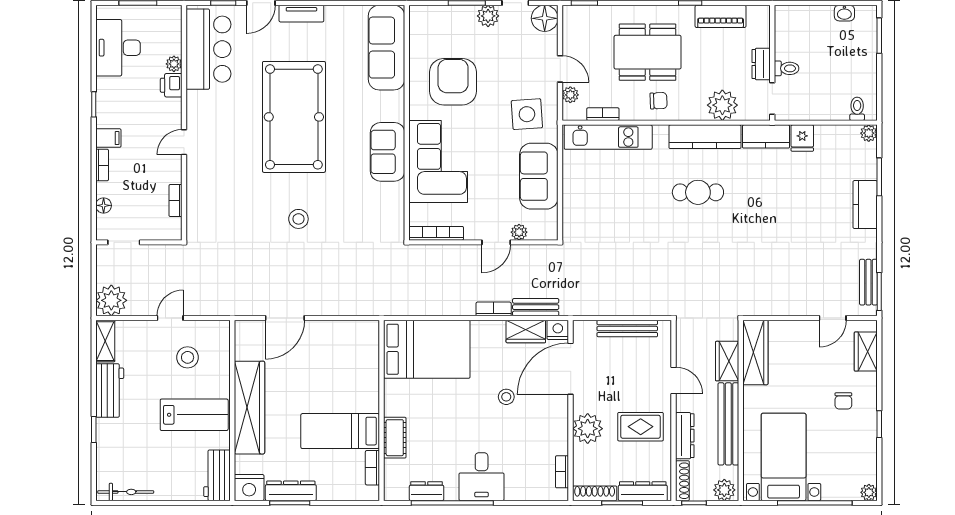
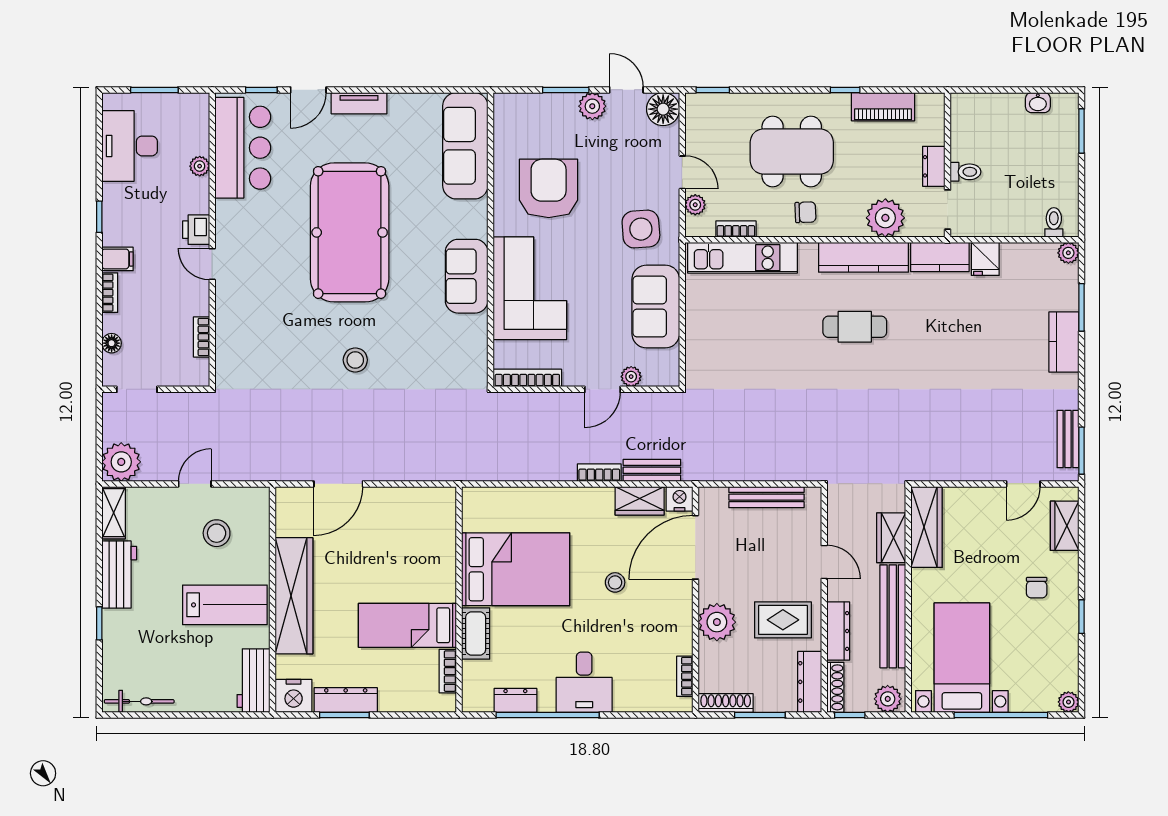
printer: (171, 85) -> (196, 230), moved
door: (184, 142) -> (212, 264), hinge flipped
bed: (427, 349) -> (516, 569), moved
dresser: (643, 491) -> (810, 682), moved, turned -90

